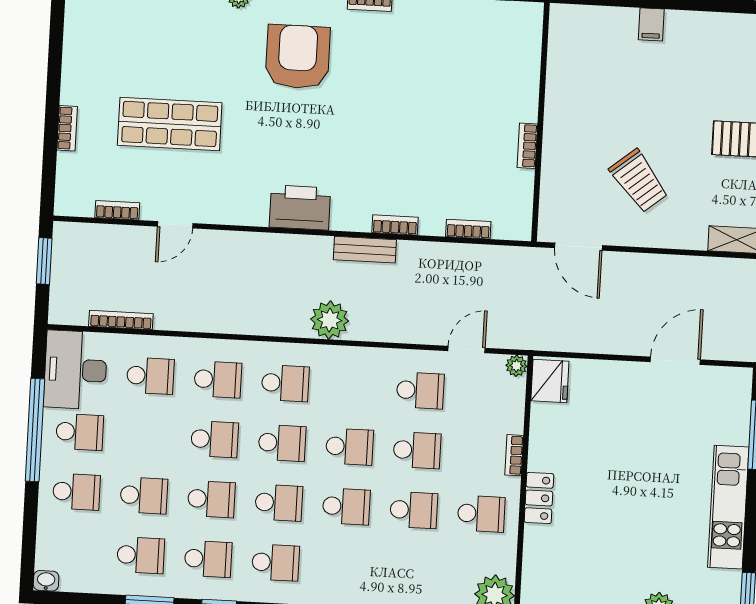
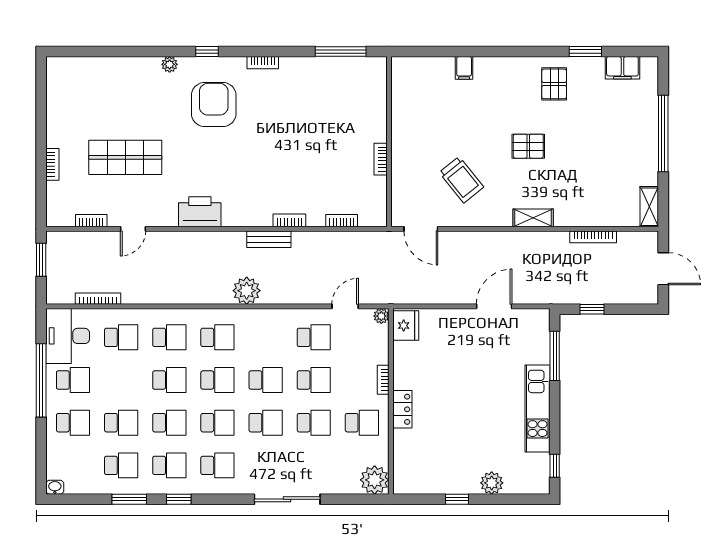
printer: (300, 208) -> (200, 212), moved

